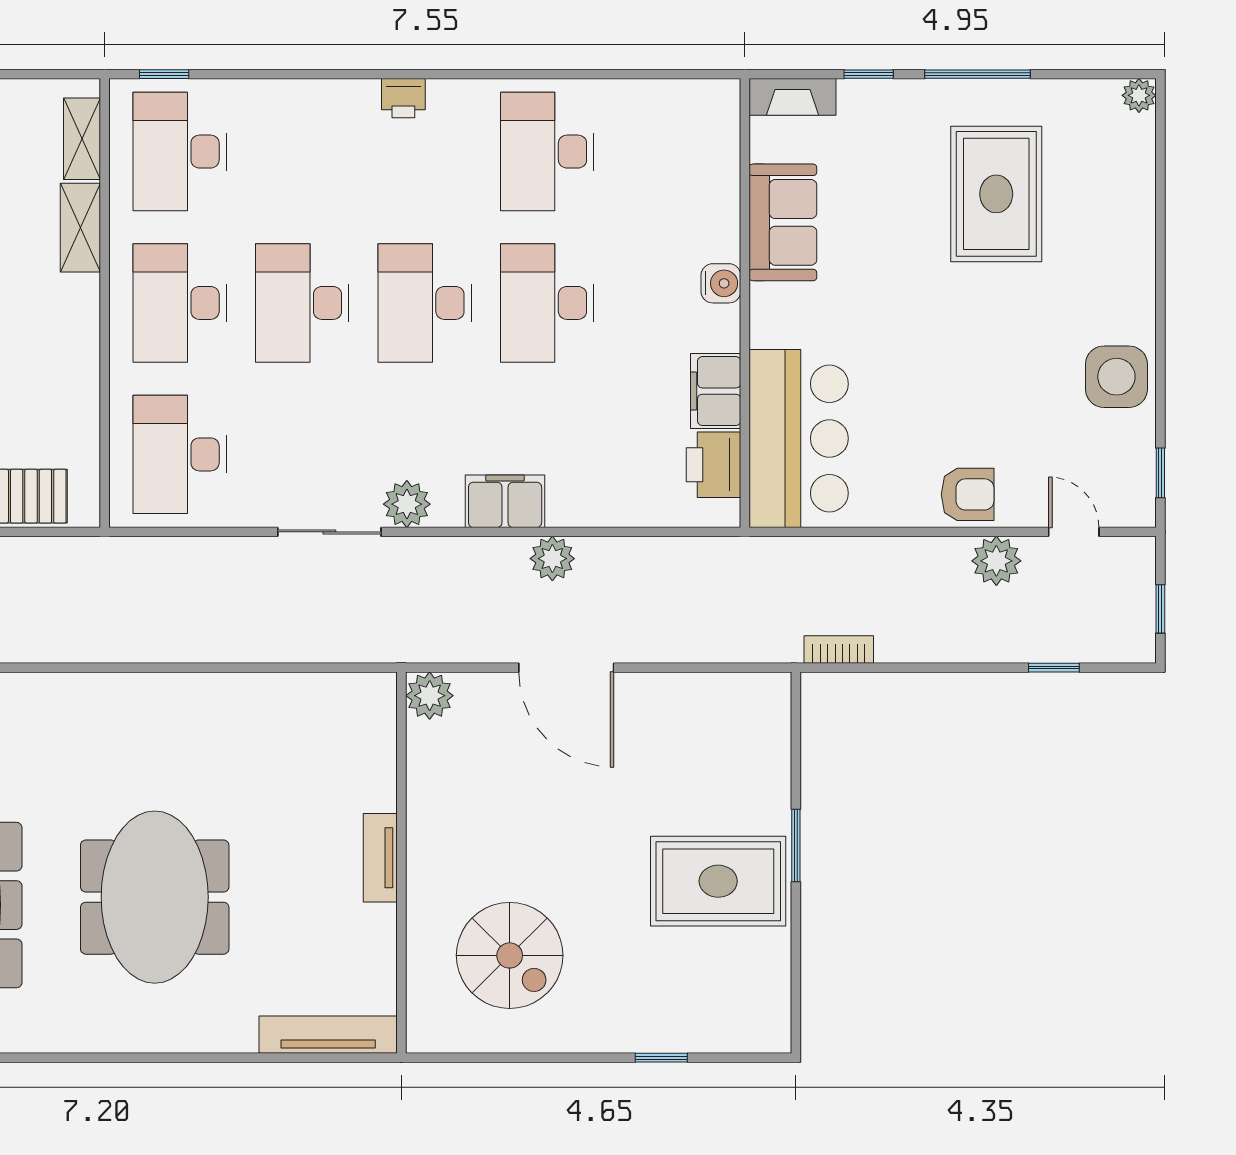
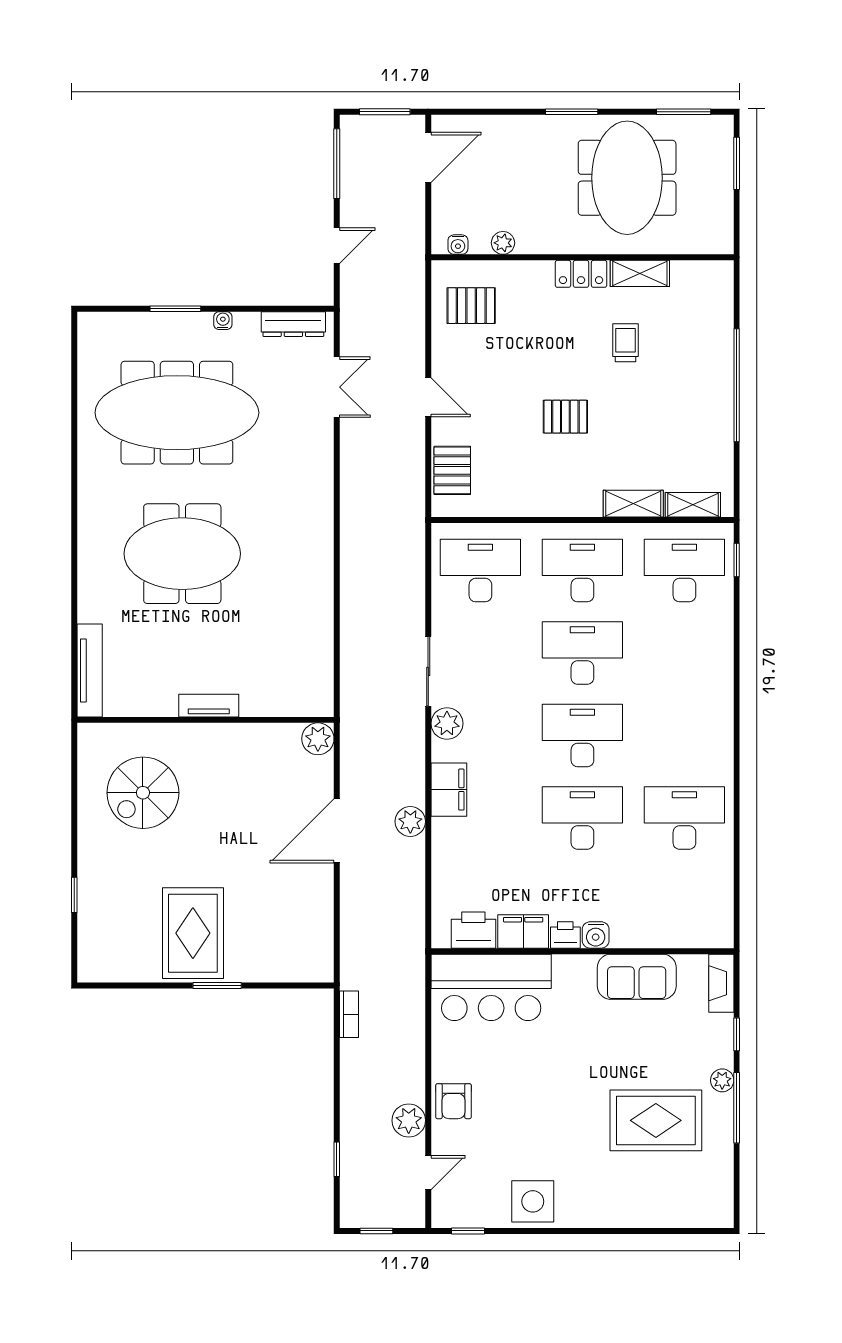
plant: (1139, 95) -> (722, 1080), moved
printer: (403, 98) -> (565, 935), moved, turned 90

